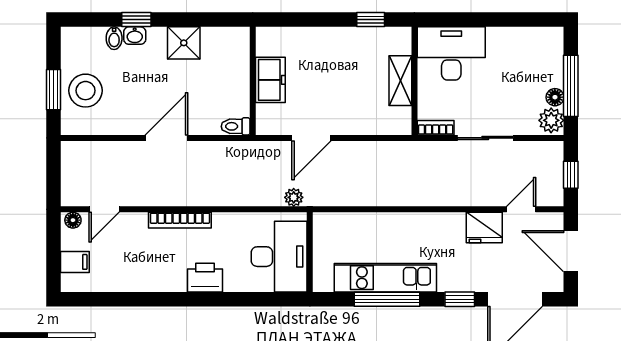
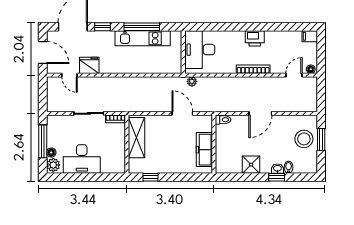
desk: (451, 53) -> (82, 159), moved
freezer: (270, 80) -> (204, 150), width x1.40
shelving: (400, 81) -> (137, 138), width x1.50, depth x1.33
floor lamp: (555, 97) -> (51, 153), moved
plant: (551, 120) -> (53, 165), moved
door: (311, 138) -> (182, 113), hinge flipped
window: (571, 175) -> (43, 94), removed
door: (521, 209) -> (69, 75), hinge flipped
filing cabinet: (75, 262) -> (310, 36), moved
printer: (205, 278) -> (255, 38), moved

